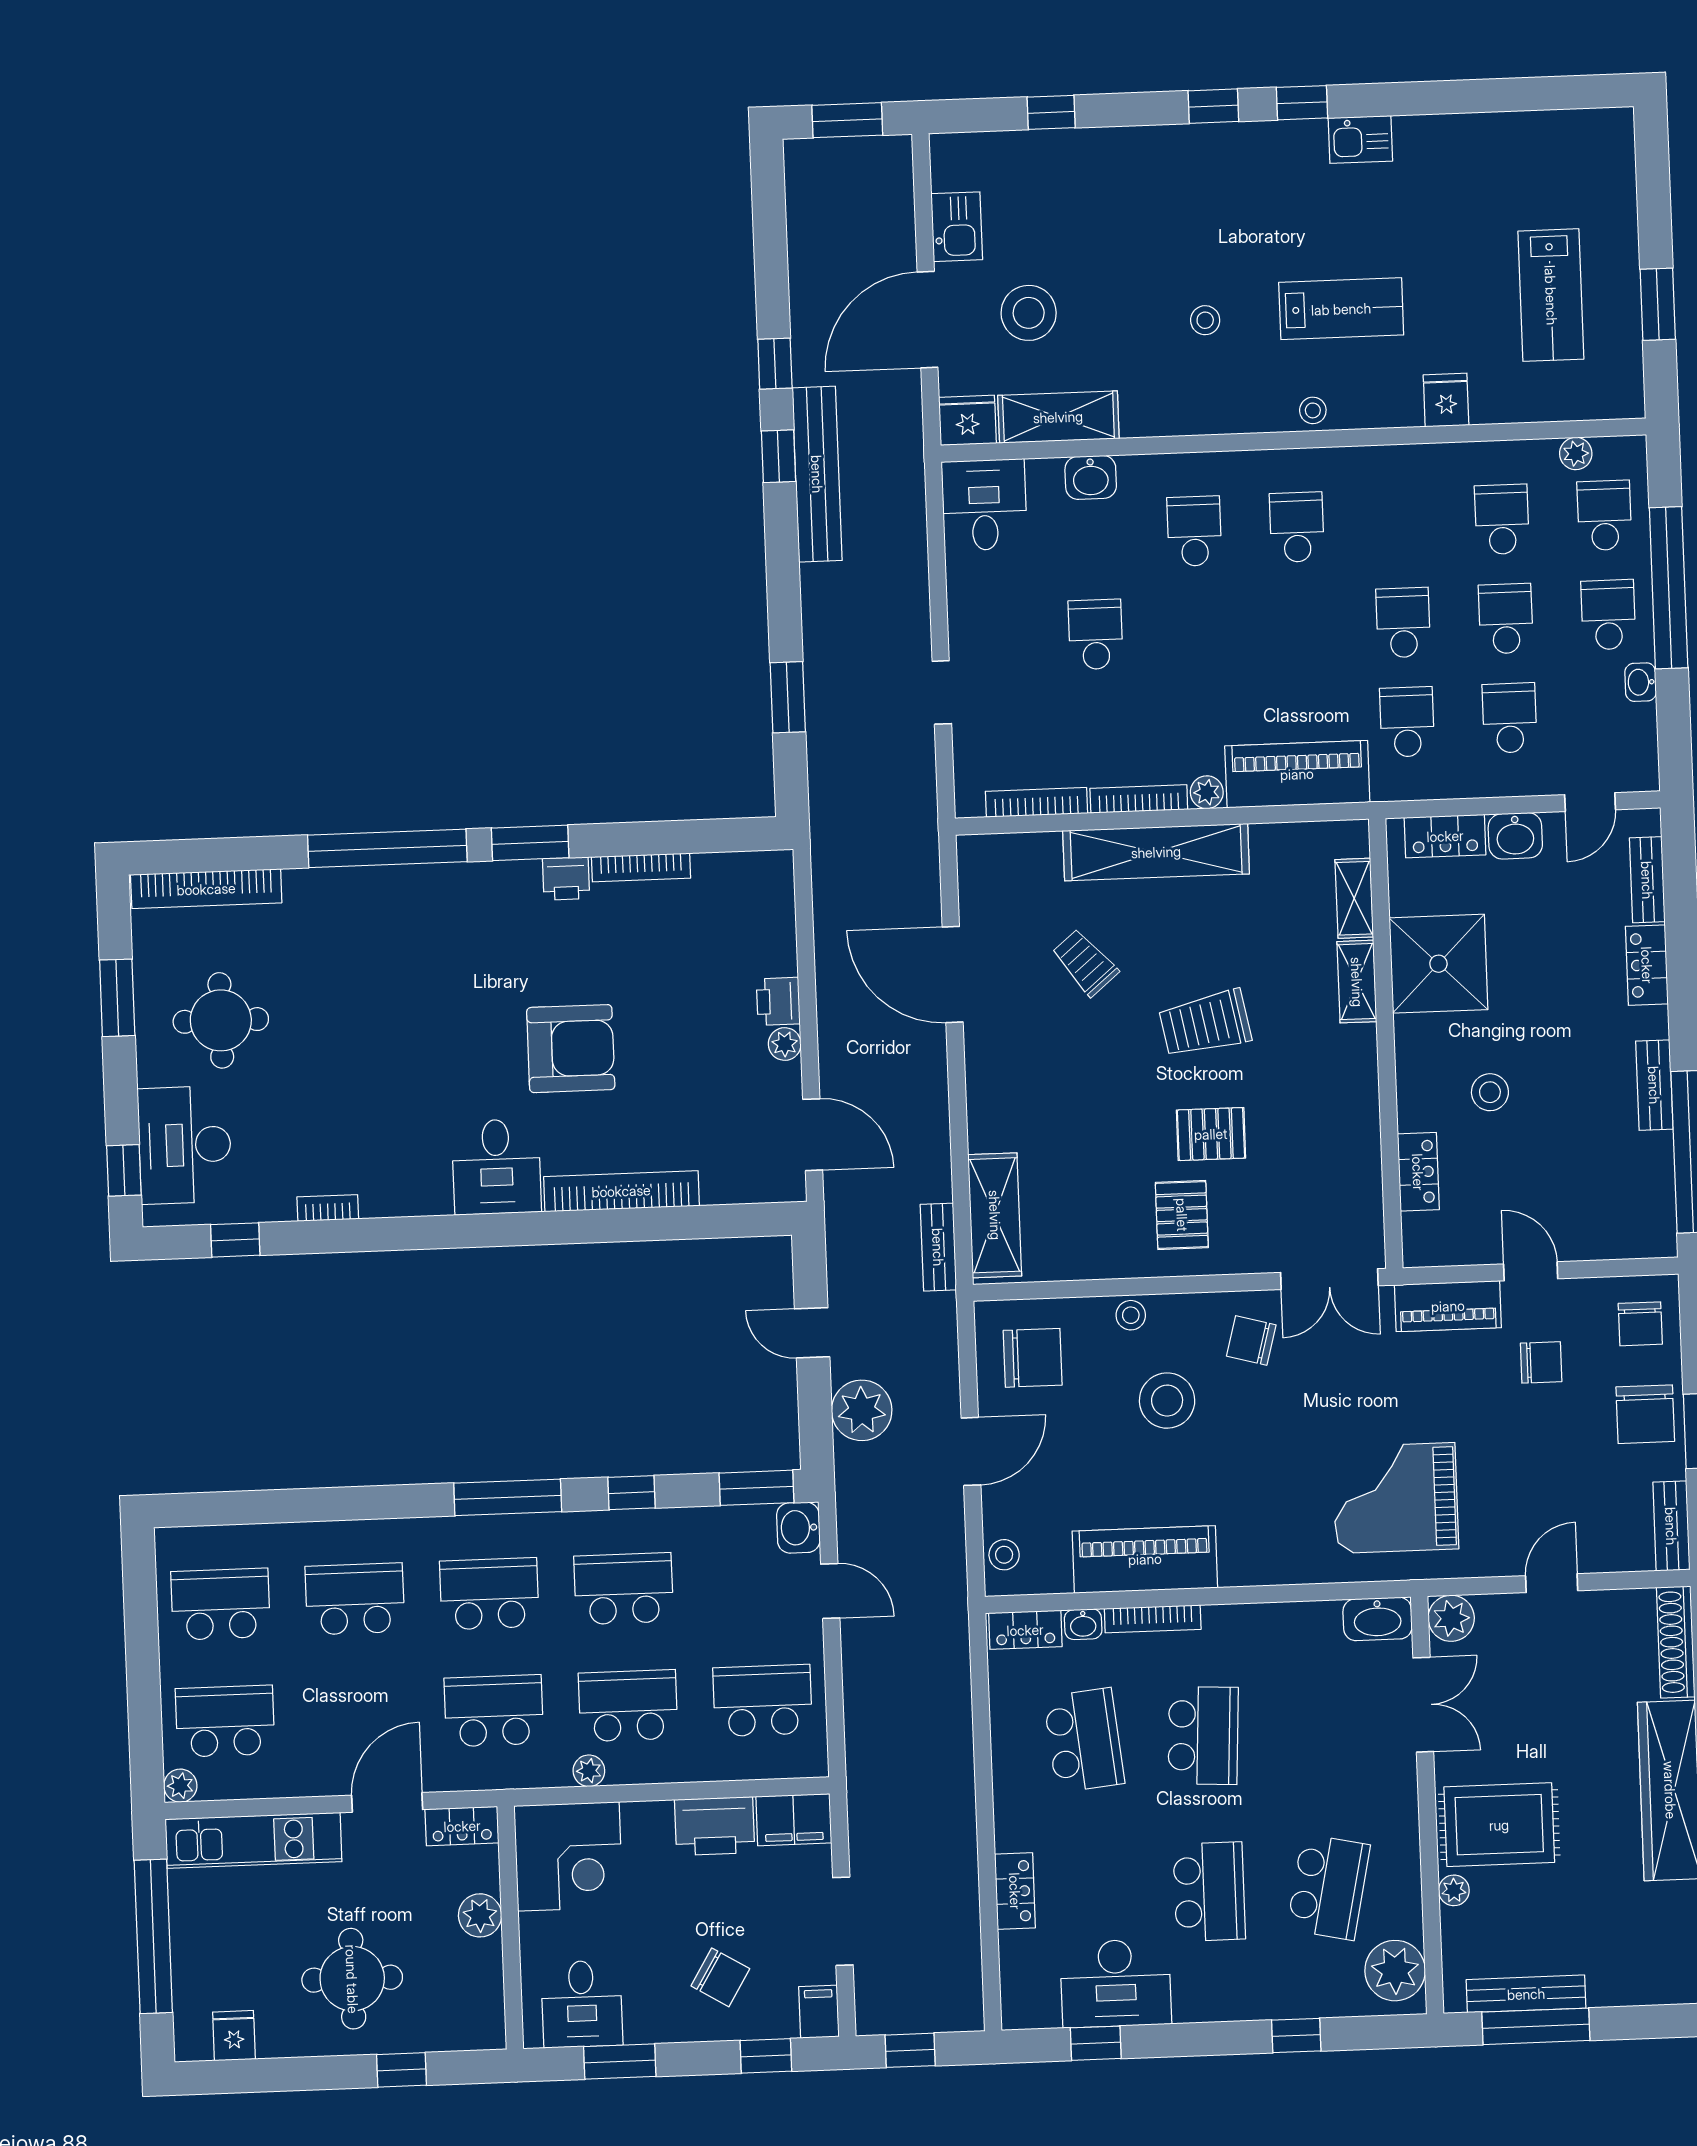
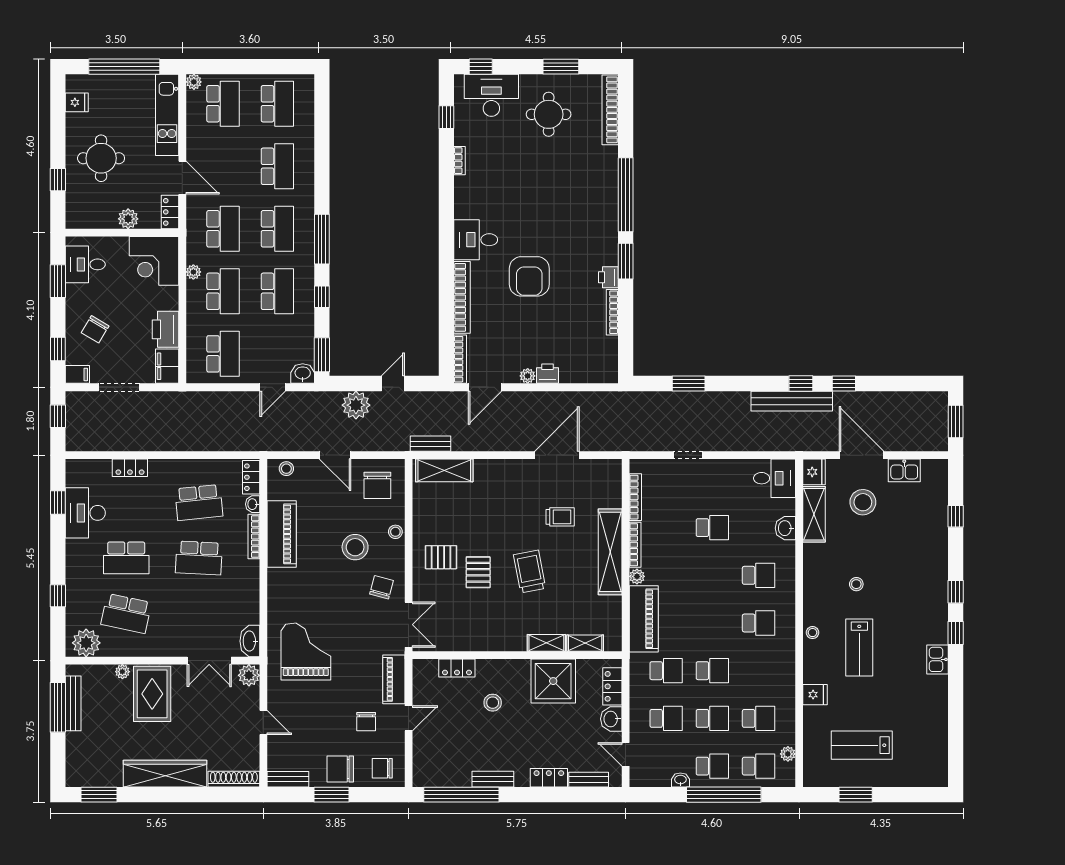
trolley: (1085, 963) -> (560, 517), turned 40
bookcase: (754, 1190) -> (460, 359), added
double door: (1329, 1279) -> (409, 625), swing flipped

